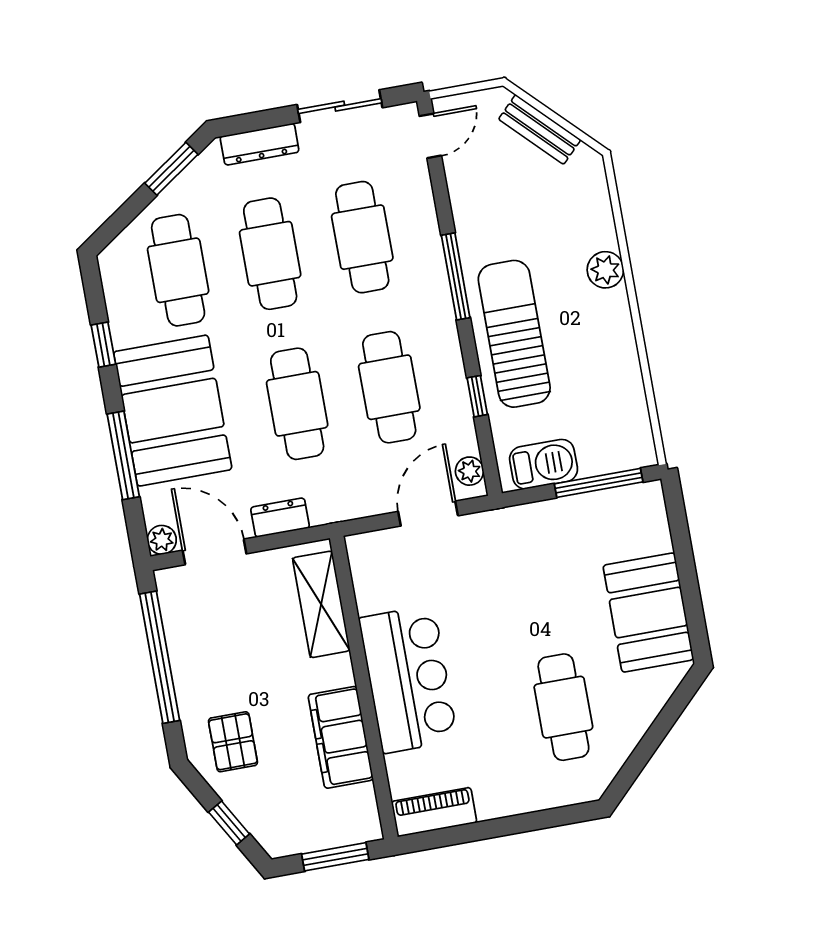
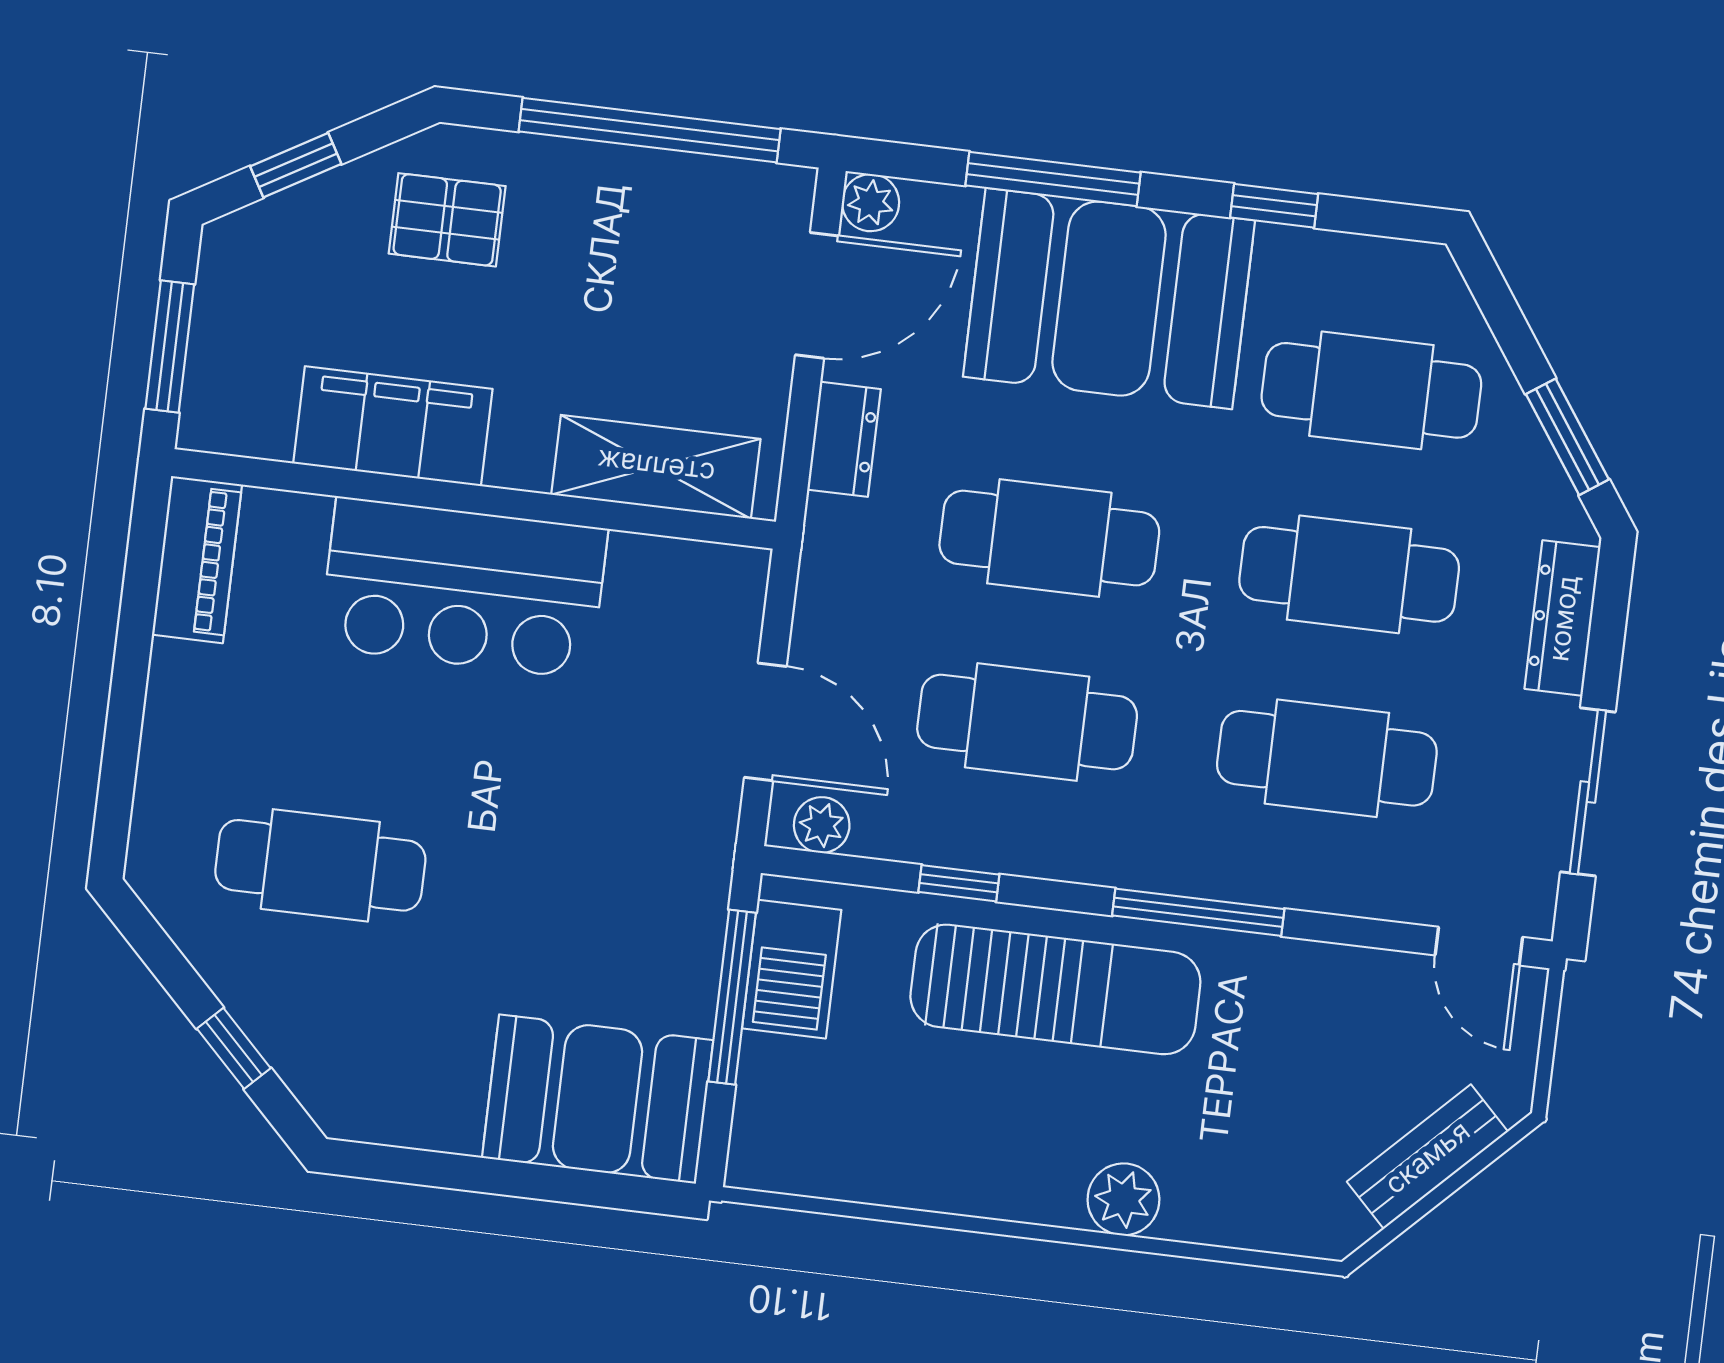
window: (599, 483) -> (732, 997), moved
booth: (648, 613) -> (598, 1099), moved
window: (665, 722) -> (234, 1048), added

